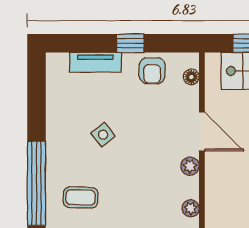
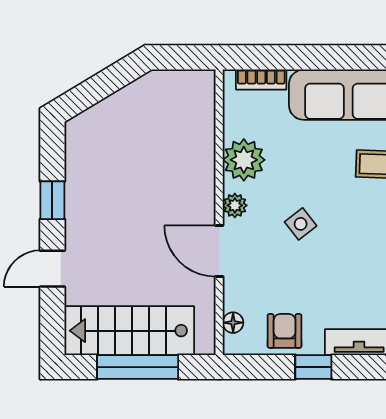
side table: (103, 135) -> (301, 224), moved
plant: (191, 208) -> (244, 160), width x1.88, depth x1.88

